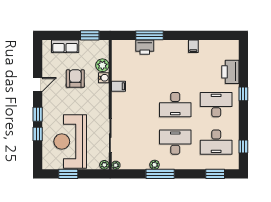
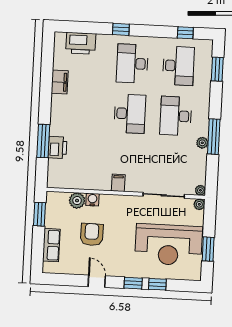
filing cabinet: (193, 46) -> (60, 82), width x2.00
printer: (230, 72) -> (81, 43), moved
armchair: (75, 79) -> (92, 234), turned 91
filing cabinet: (119, 86) -> (118, 183), moved

